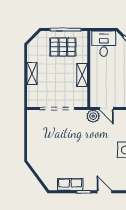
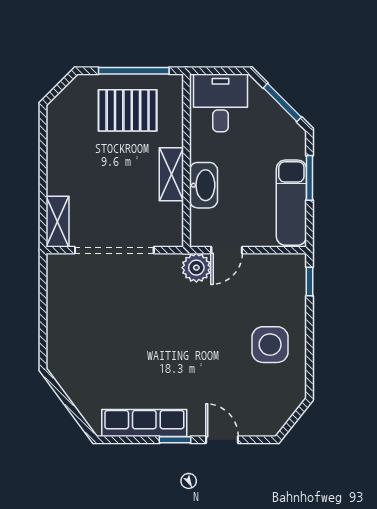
shelving: (32, 73) -> (57, 222), moved
washbasin: (96, 80) -> (204, 185), added
door: (106, 108) -> (227, 250), hinge flipped
row of seats: (70, 184) -> (144, 423), width x1.48

